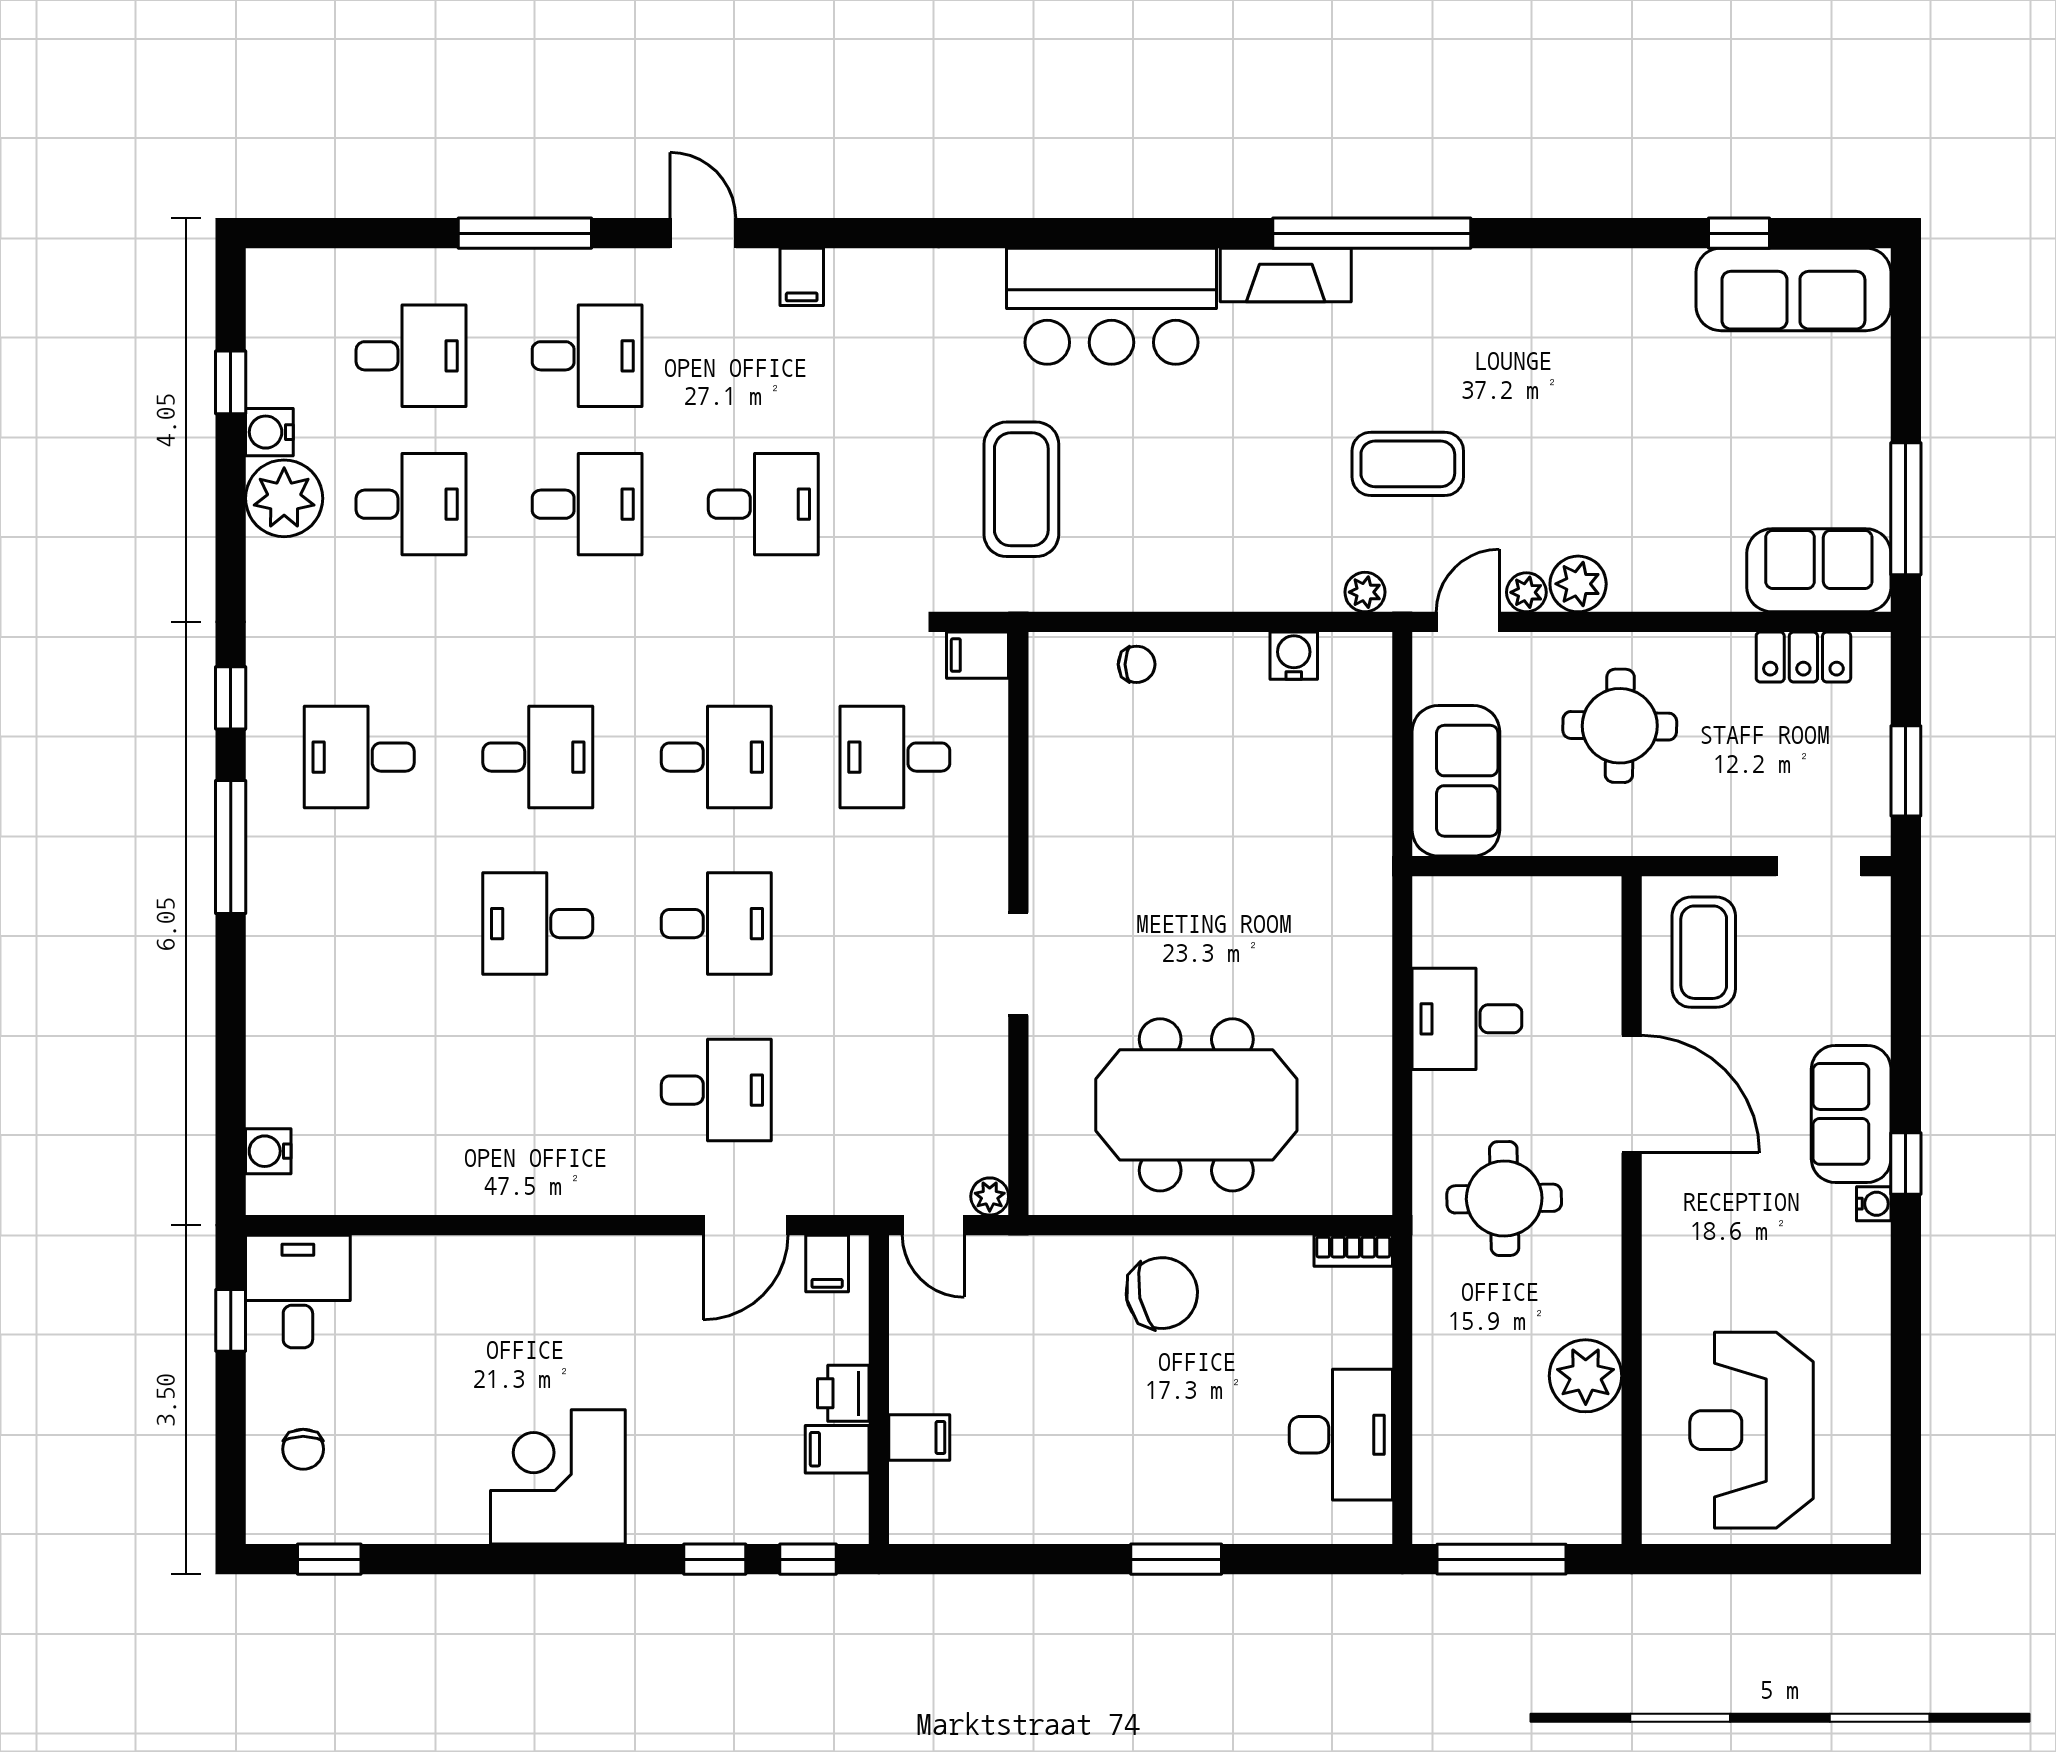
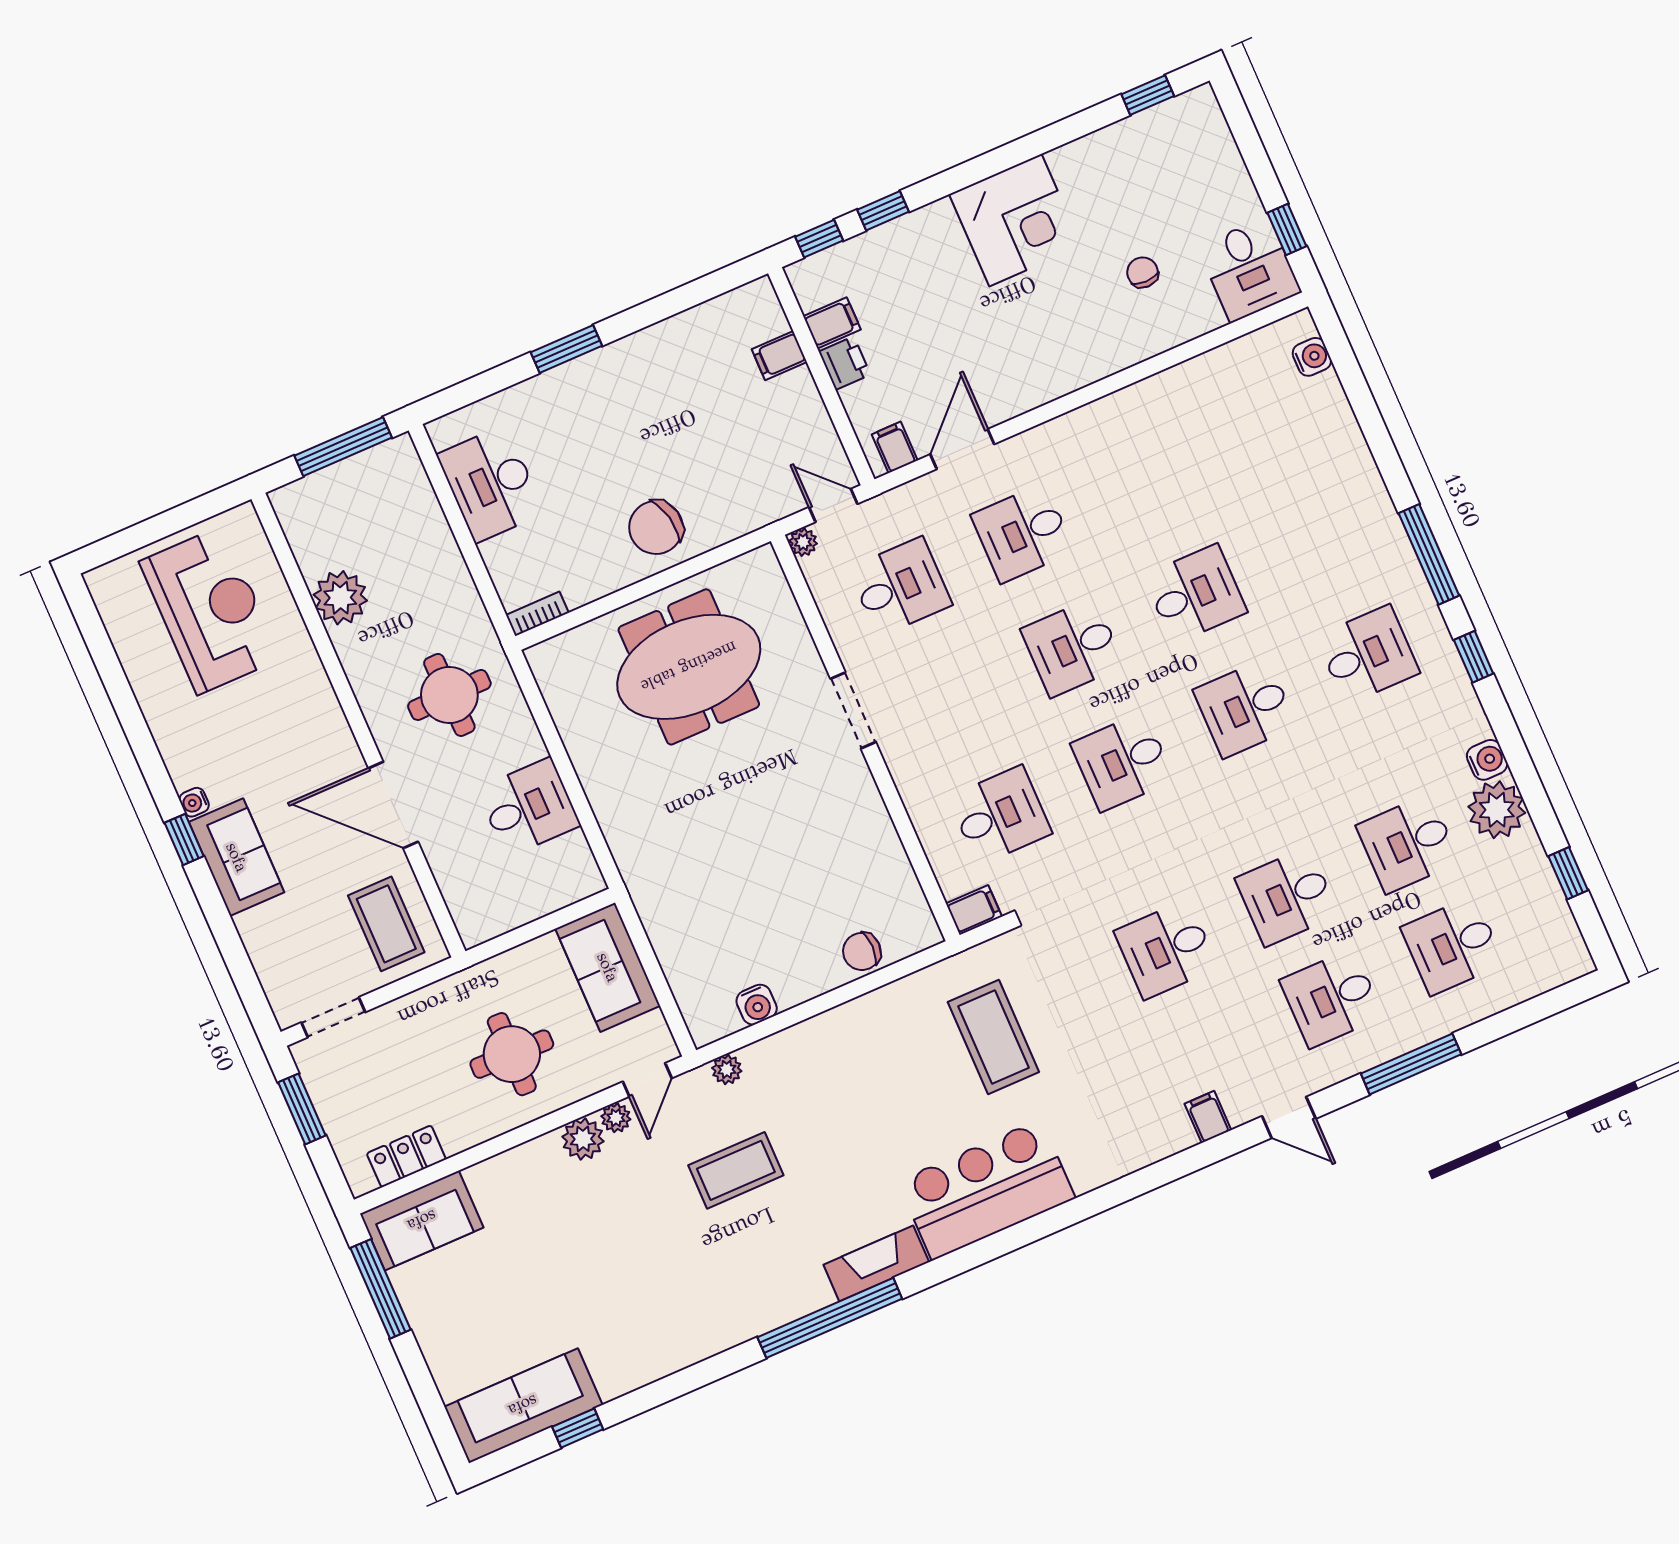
water cooler: (269, 432) -> (1487, 760), moved
chair: (1137, 664) -> (862, 951), width x1.37, depth x1.37
desk: (895, 1090) -> (900, 587), added
chair: (303, 1449) -> (1143, 272), moved

